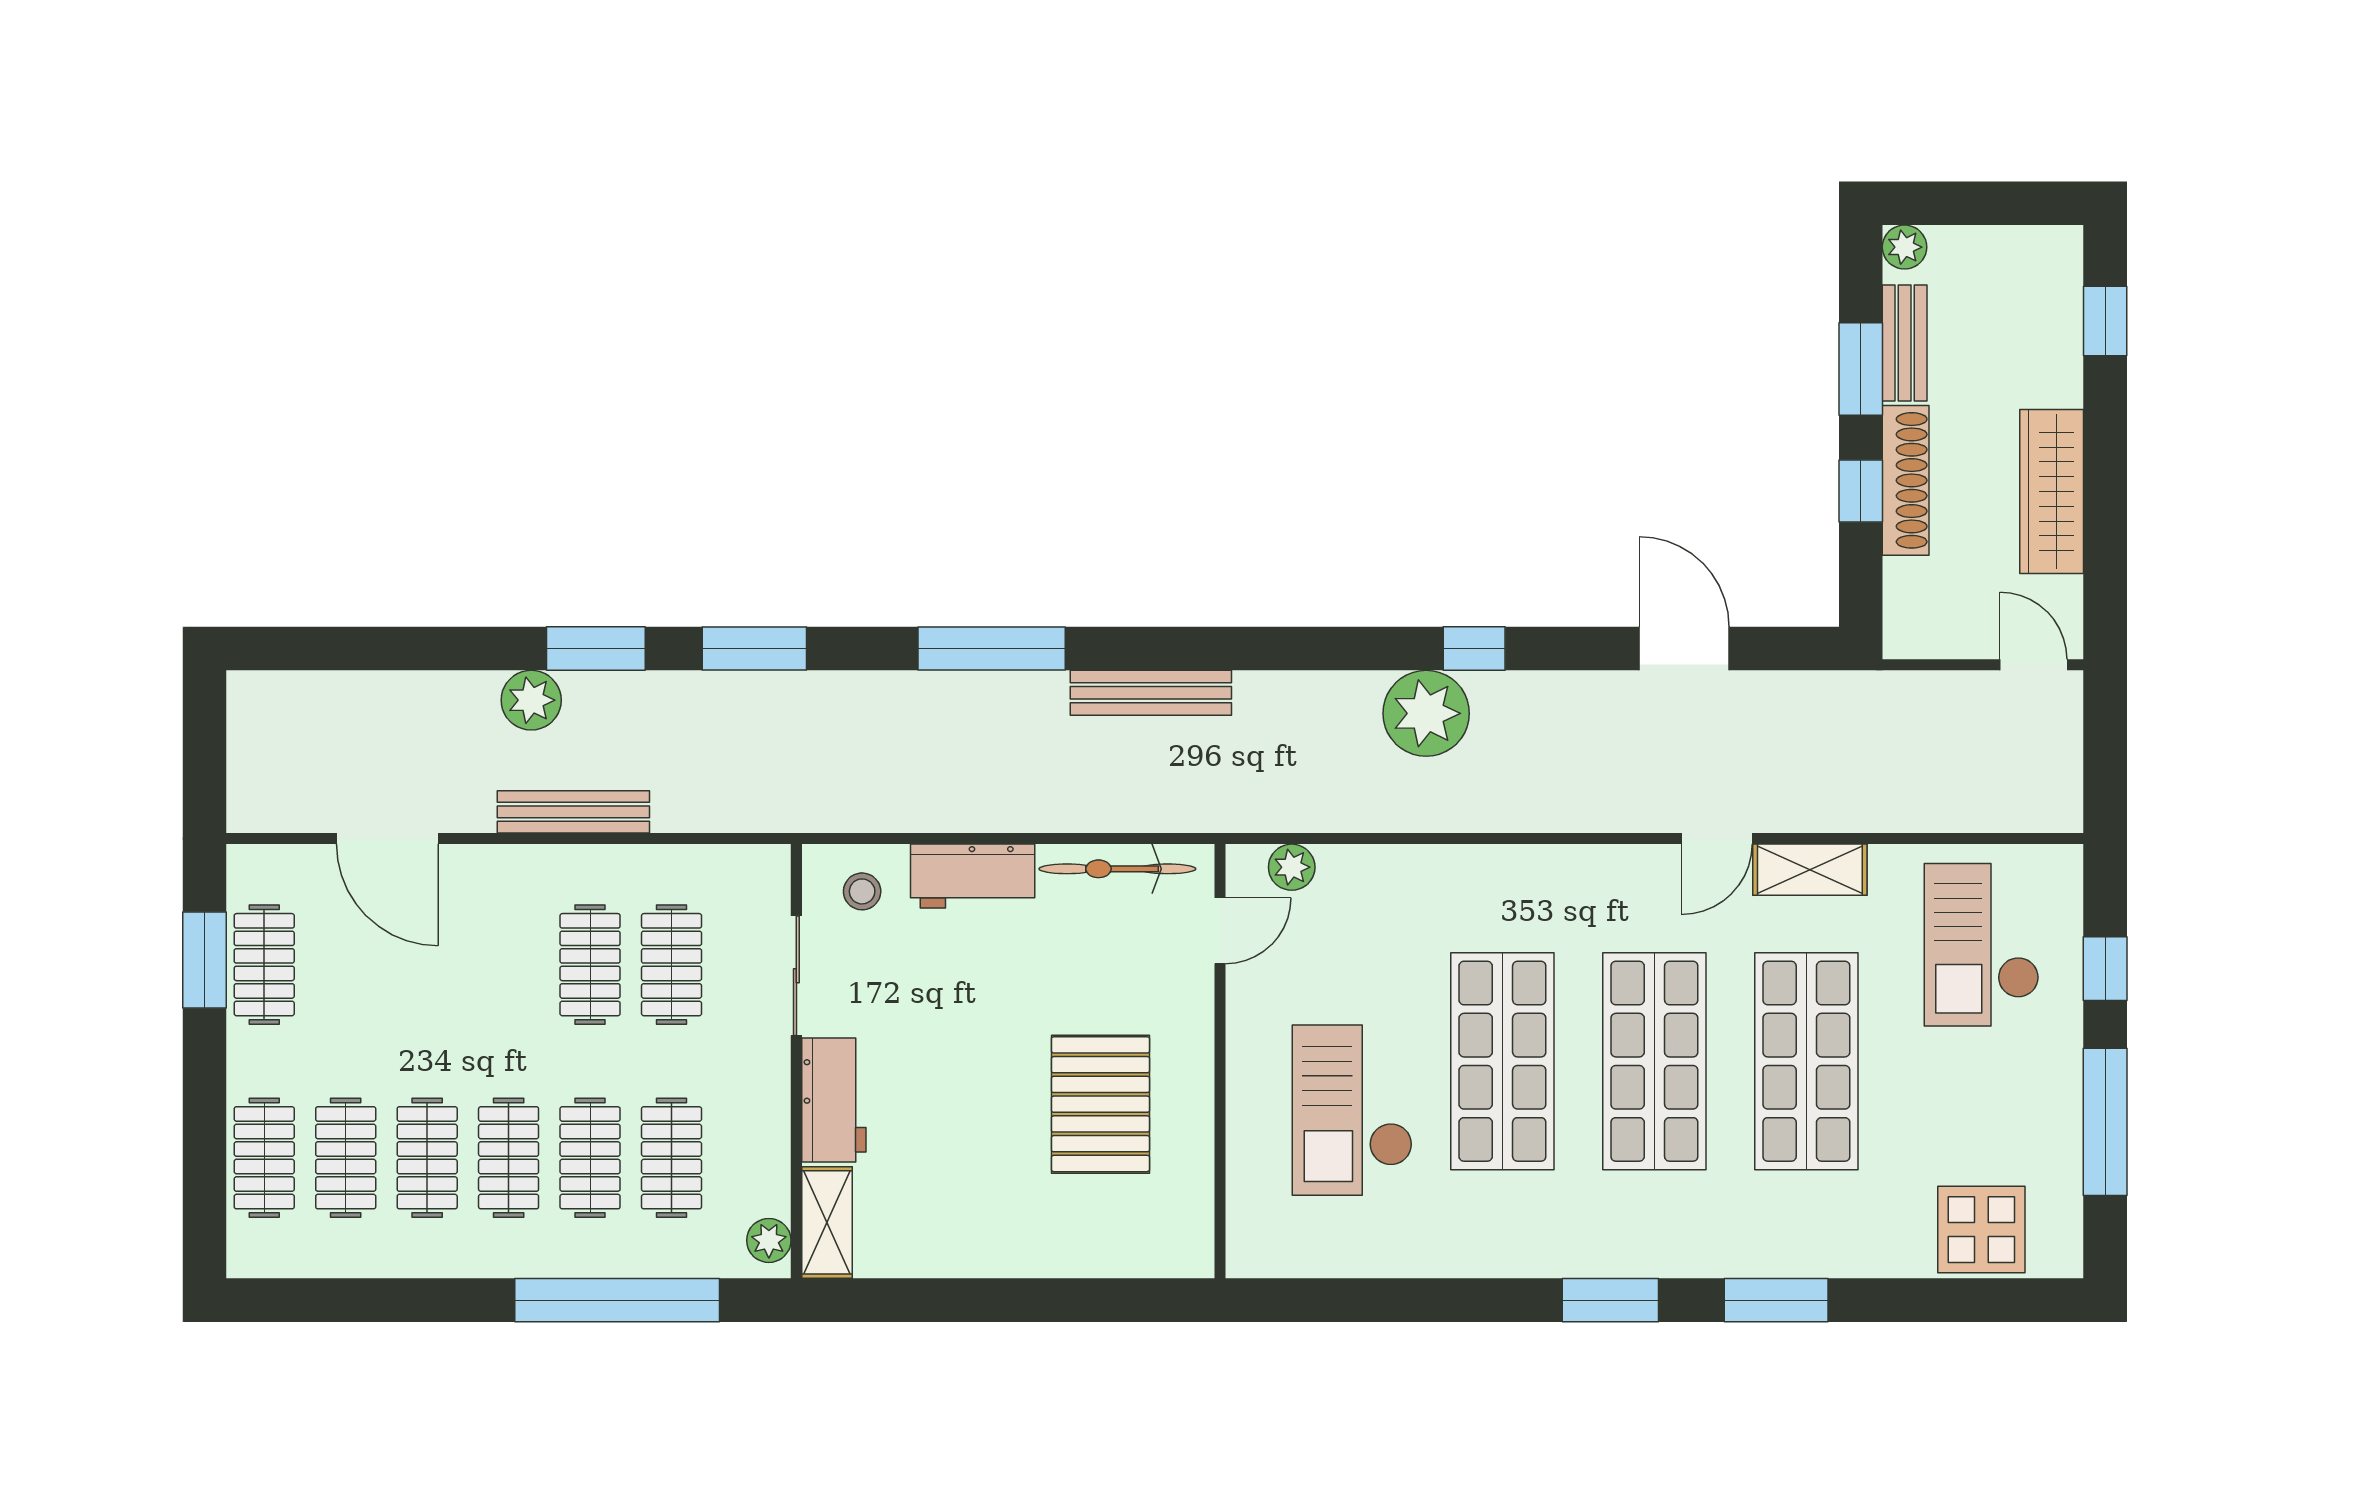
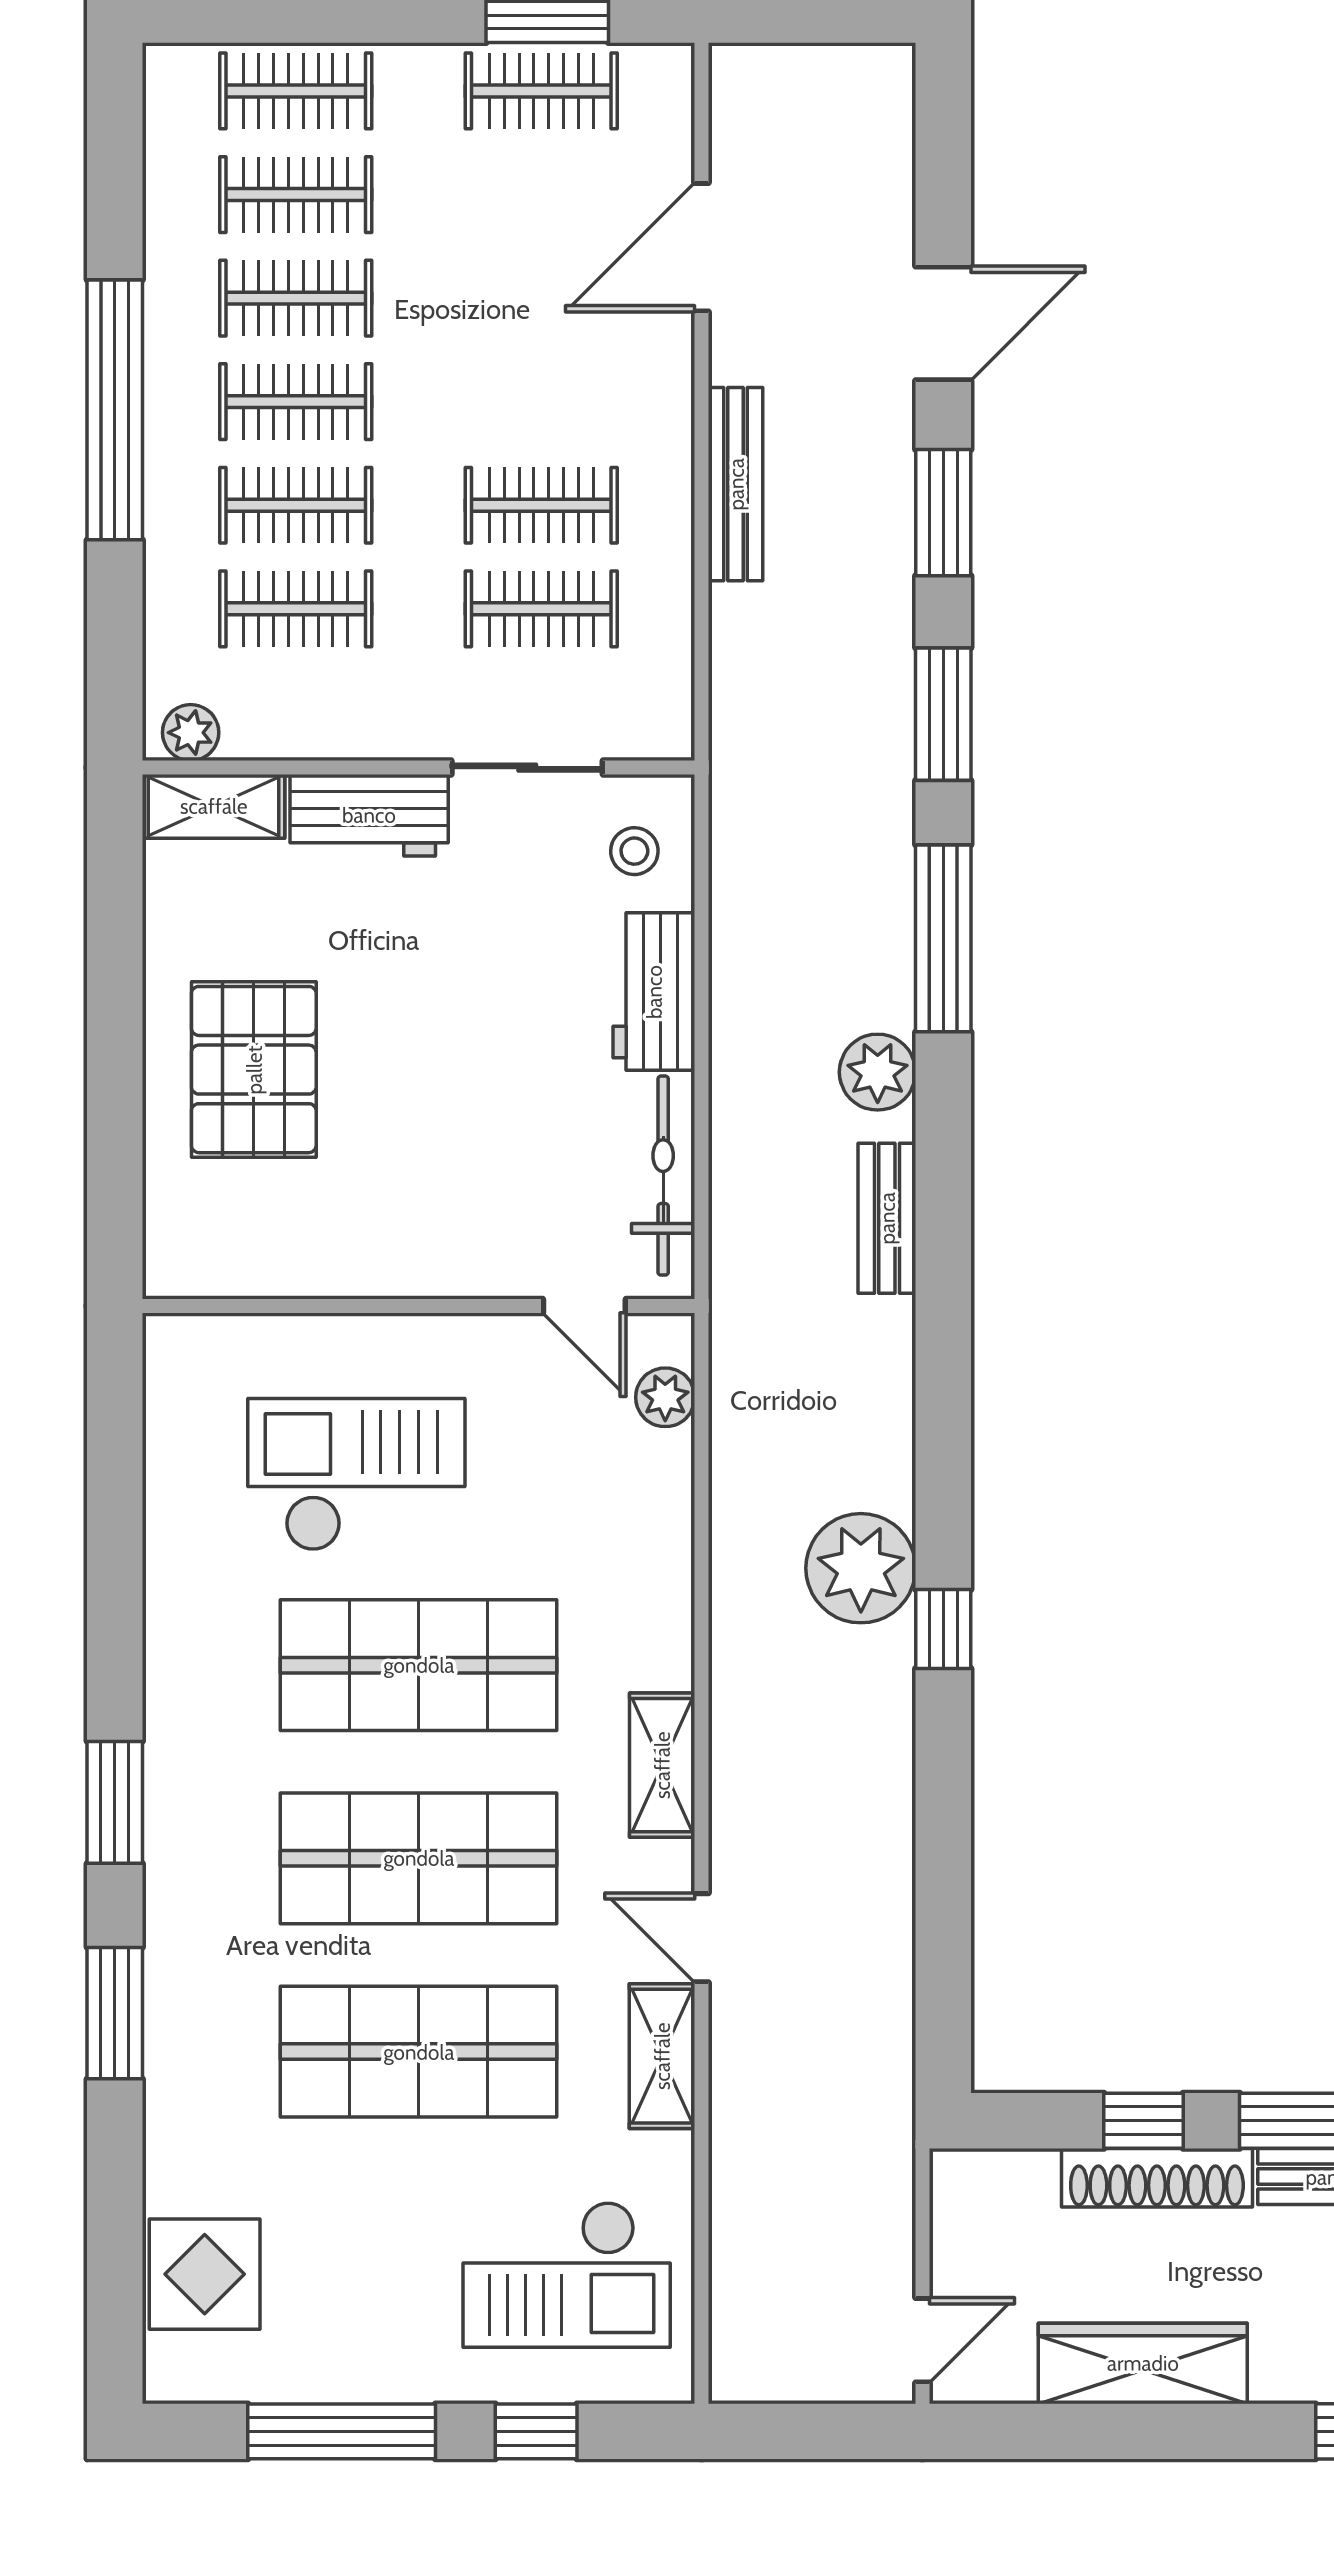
window: (992, 649) -> (943, 938), moved
door: (1684, 649) -> (943, 323), moved
bench: (1151, 693) -> (887, 1218), width x0.73
plant: (531, 700) -> (878, 1072), moved
shelving: (1581, 870) -> (662, 1765), added
checkout: (1982, 945) -> (567, 2274), turned 180
pallet: (1100, 1104) -> (254, 1070), moved, turned 90
window: (617, 1300) -> (115, 410), moved

